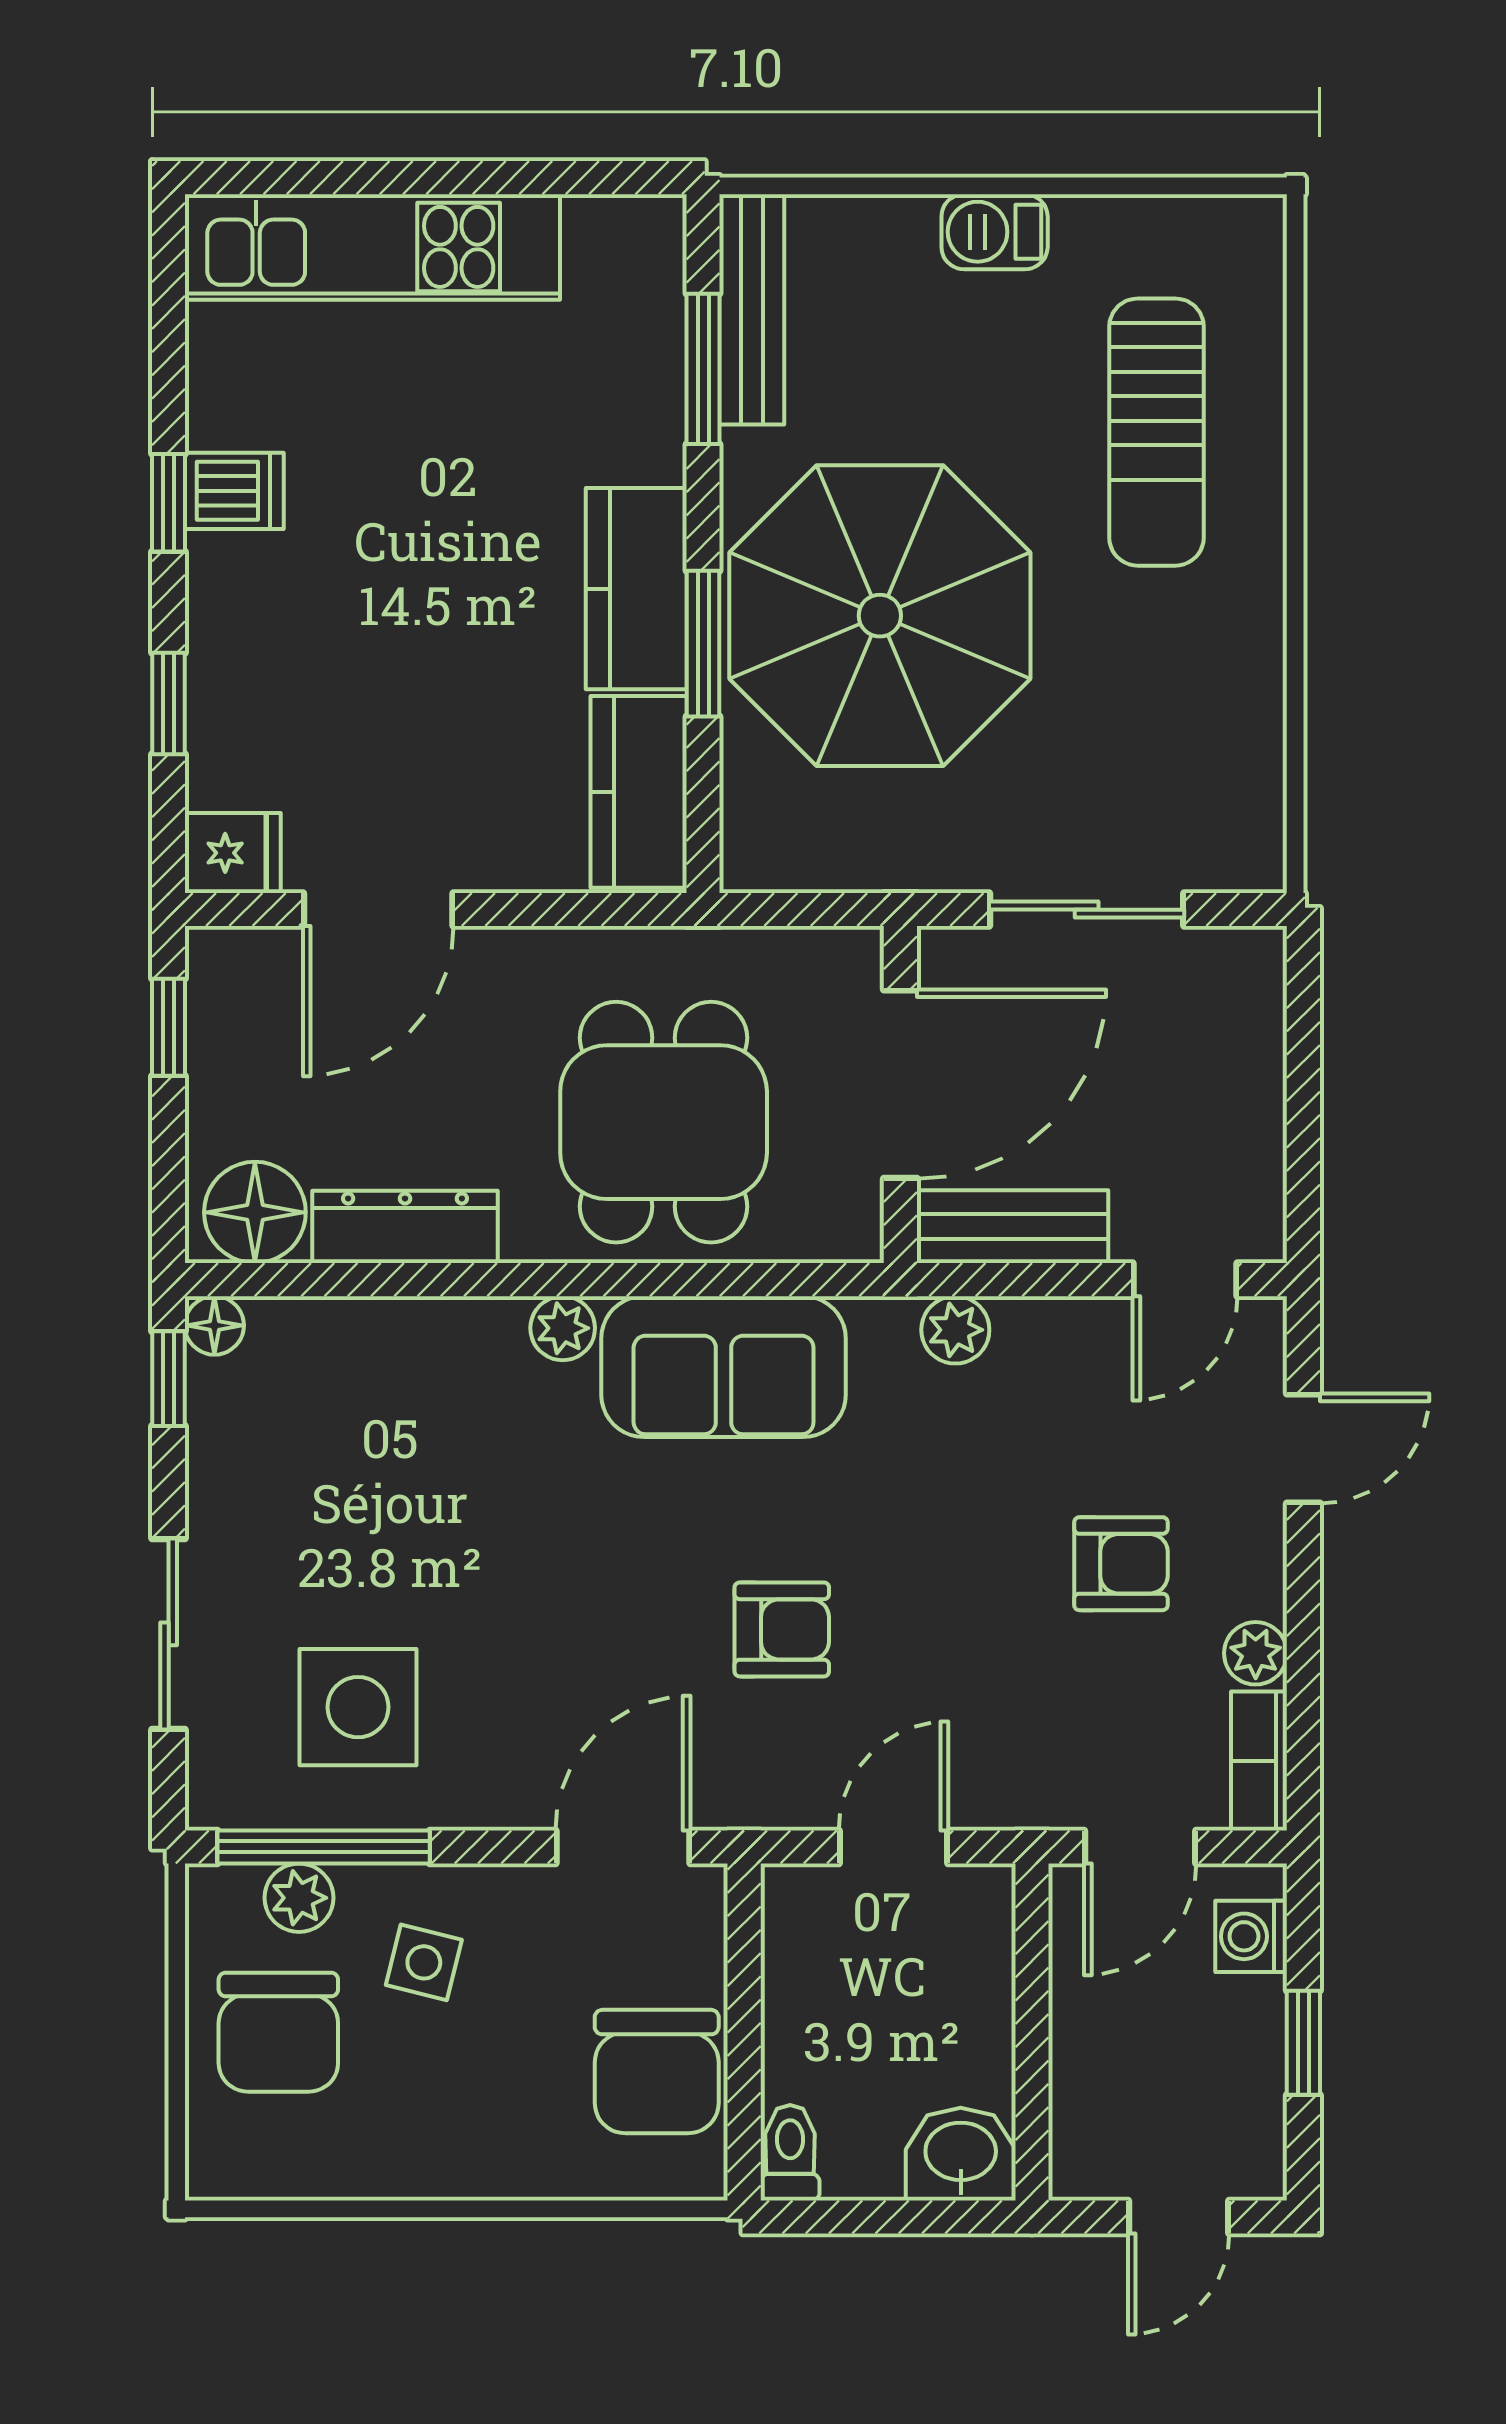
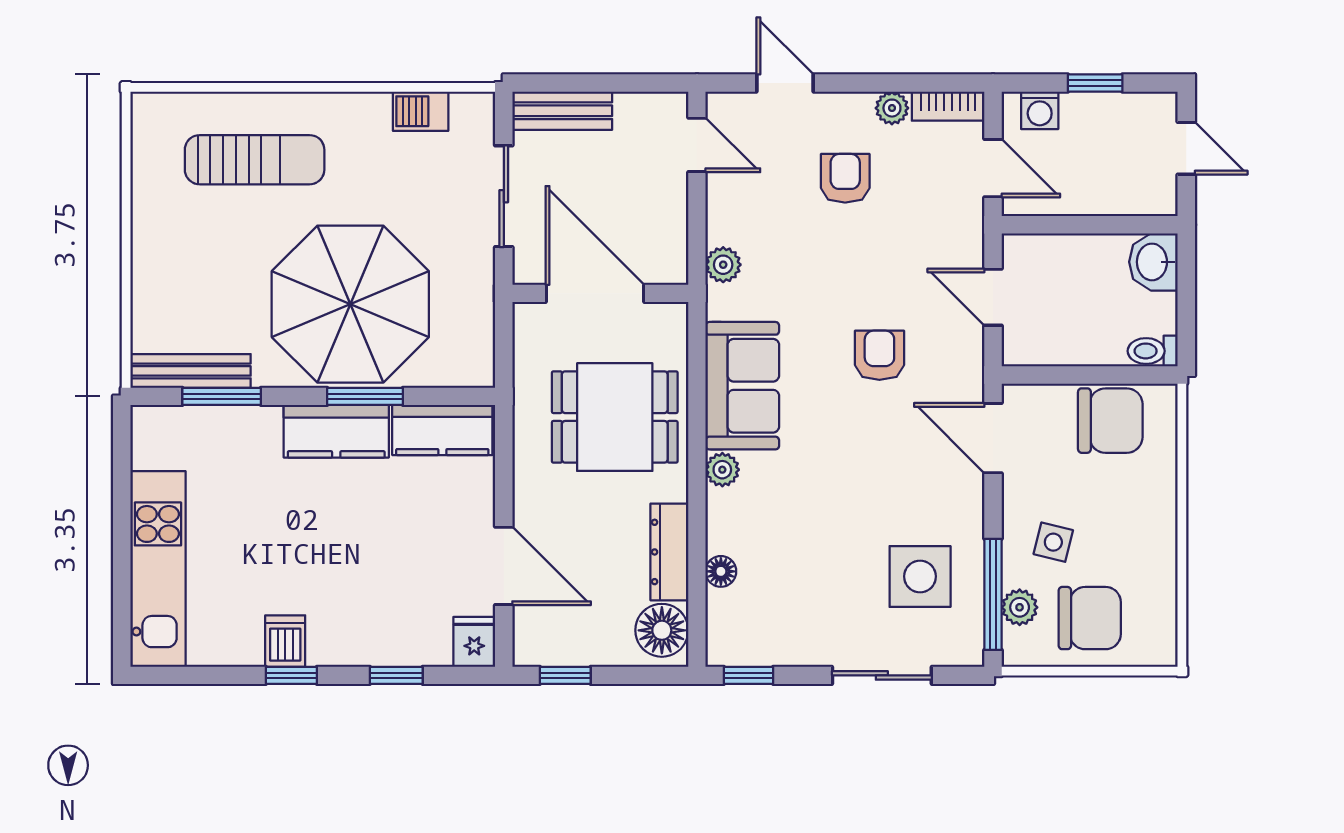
barbecue: (995, 232) -> (421, 111), moved, turned 90
bench: (1013, 1227) -> (562, 111), moved, turned 90
floor lamp: (214, 1325) -> (721, 571), moved

